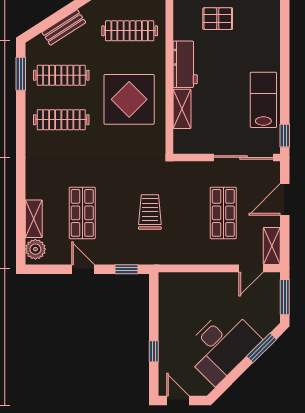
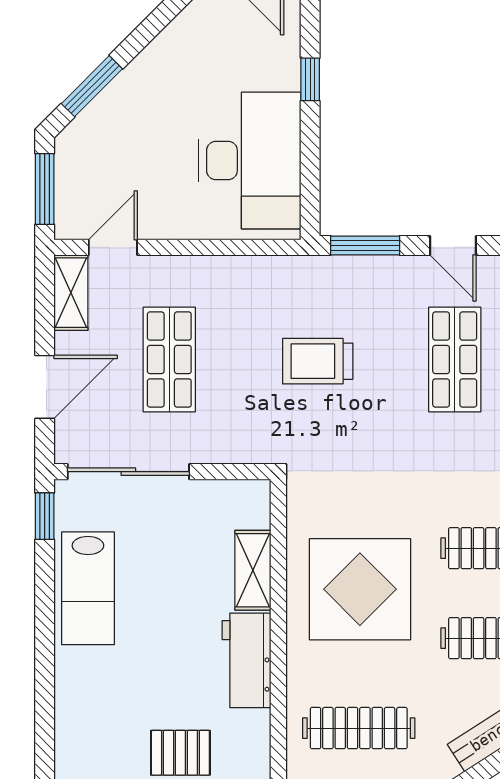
trolley: (150, 212) -> (318, 361), turned 90
window: (126, 269) -> (365, 245), width x1.50
desk: (221, 346) -> (250, 161), moved, turned 135

